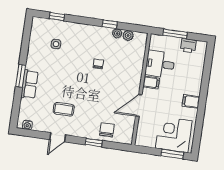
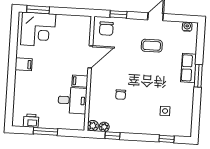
desk: (160, 64) -> (72, 100), moved
filing cabinet: (151, 82) -> (80, 81), moved
wall: (141, 89) -> (89, 73), moved
door: (139, 105) -> (90, 57), moved

